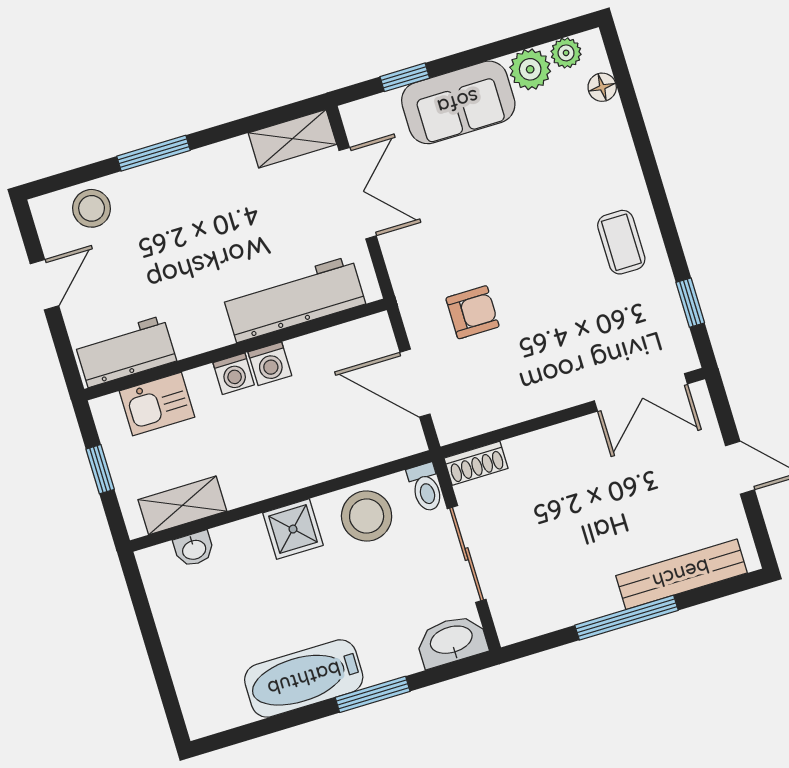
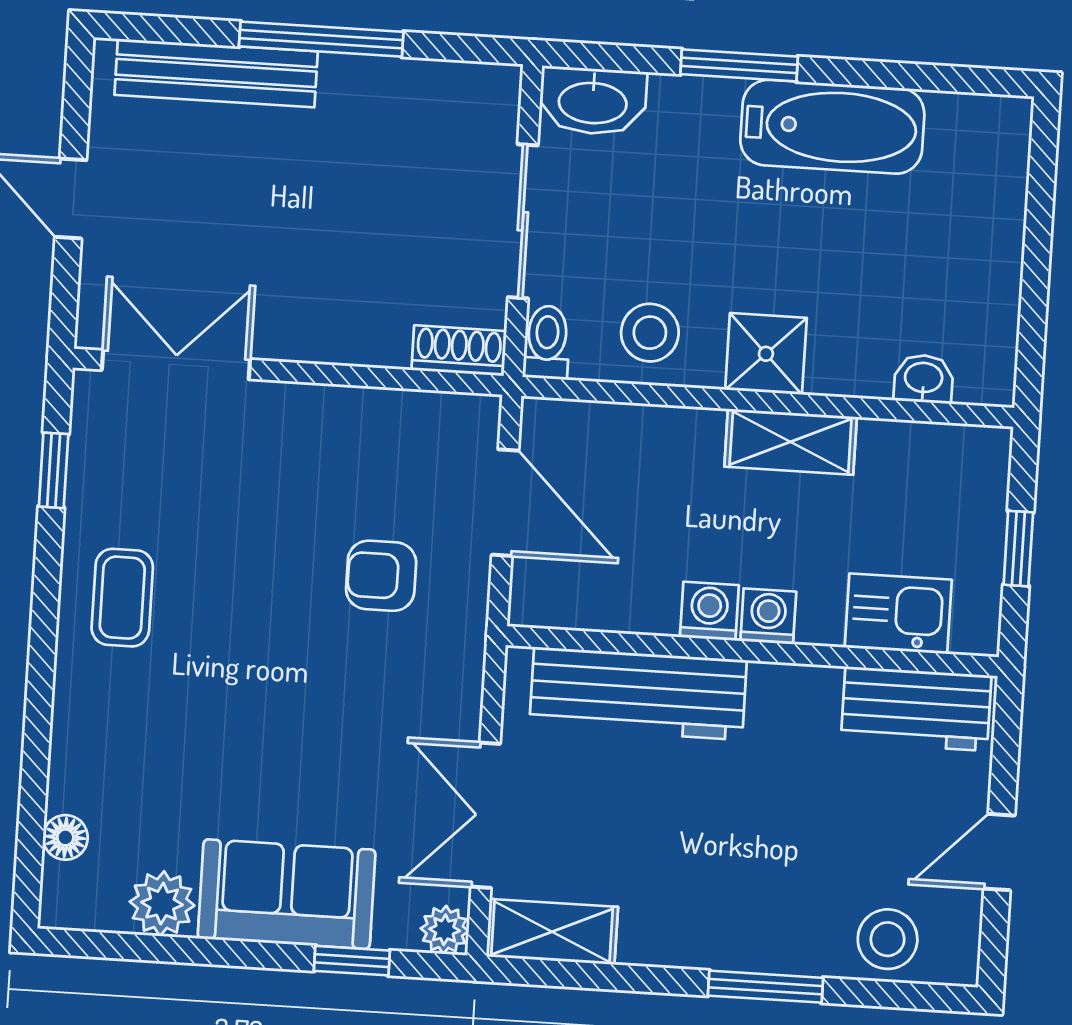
plant: (566, 53) -> (445, 930), moved
shelving: (182, 505) -> (791, 442), moved
stool: (367, 516) -> (650, 333), width x0.73, depth x0.73

